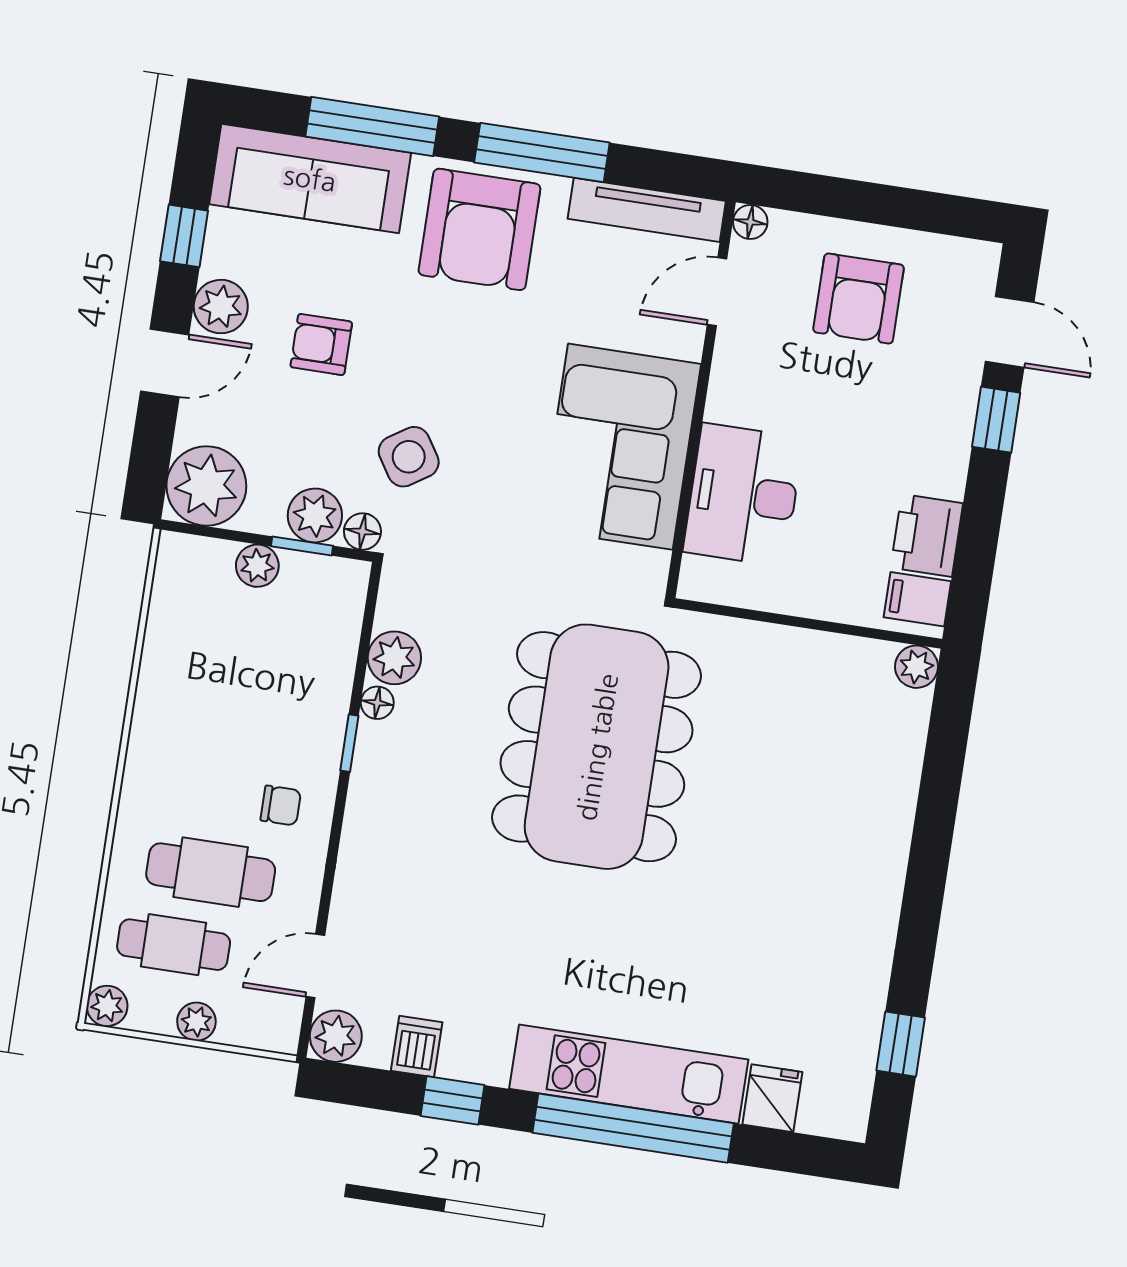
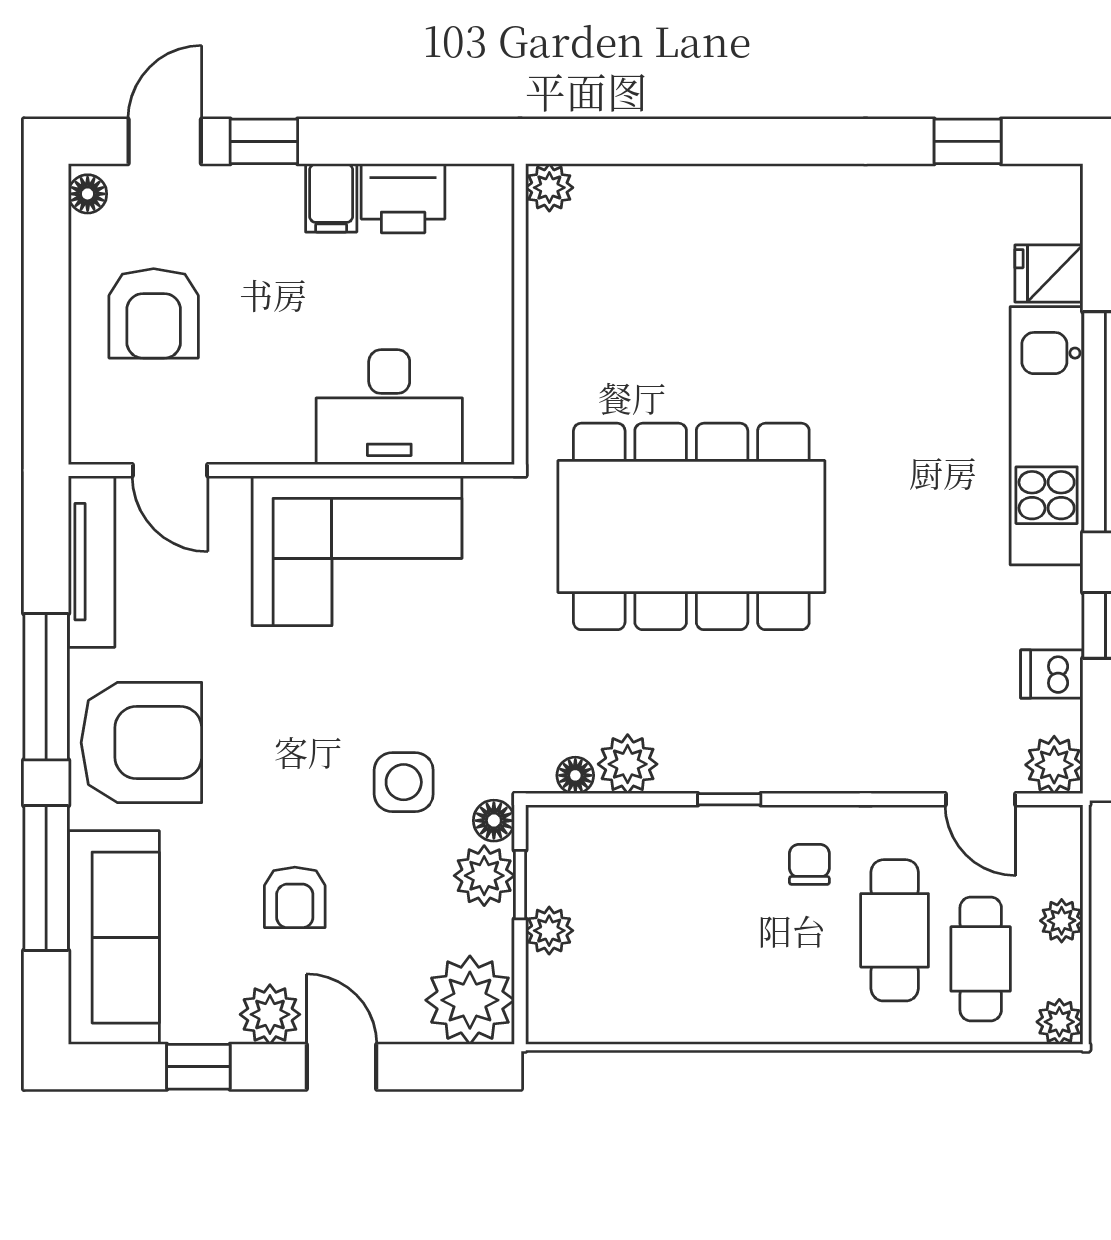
floor lamp: (750, 222) -> (88, 194), moved
armchair: (859, 299) -> (154, 313), turned 90
side table: (409, 457) -> (404, 782), turned 33
filing cabinet: (917, 599) -> (331, 198), moved
floor lamp: (377, 703) -> (575, 775), moved

